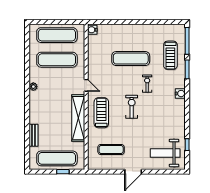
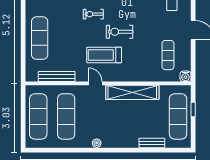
water cooler: (92, 30) -> (185, 76), moved
bench: (92, 51) -> (57, 77), added
exercise mat: (131, 59) -> (40, 38), moved
door: (86, 85) -> (95, 83), hinge flipped
treadmill: (101, 113) -> (104, 55), moved

